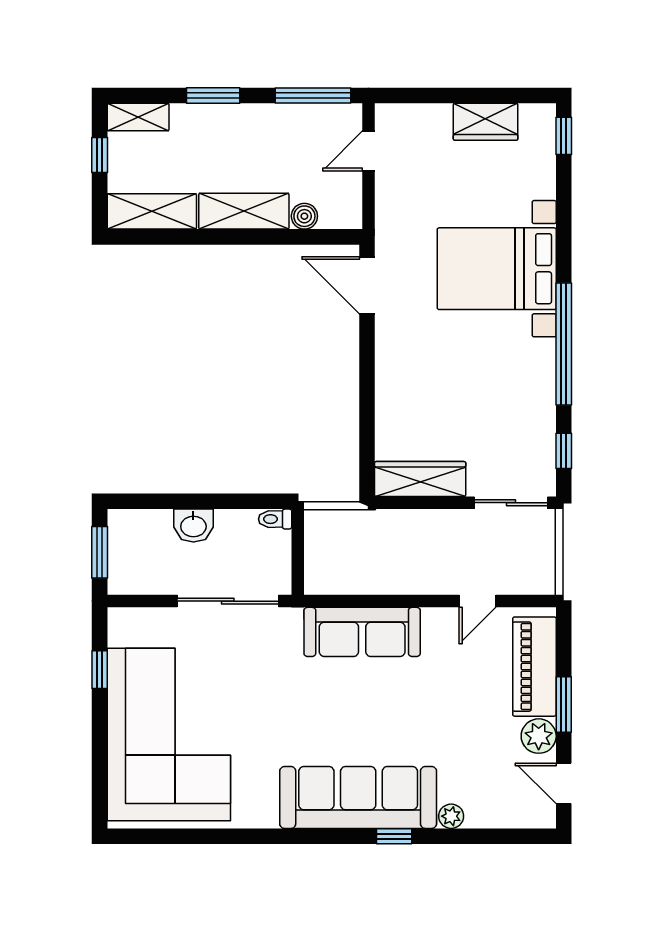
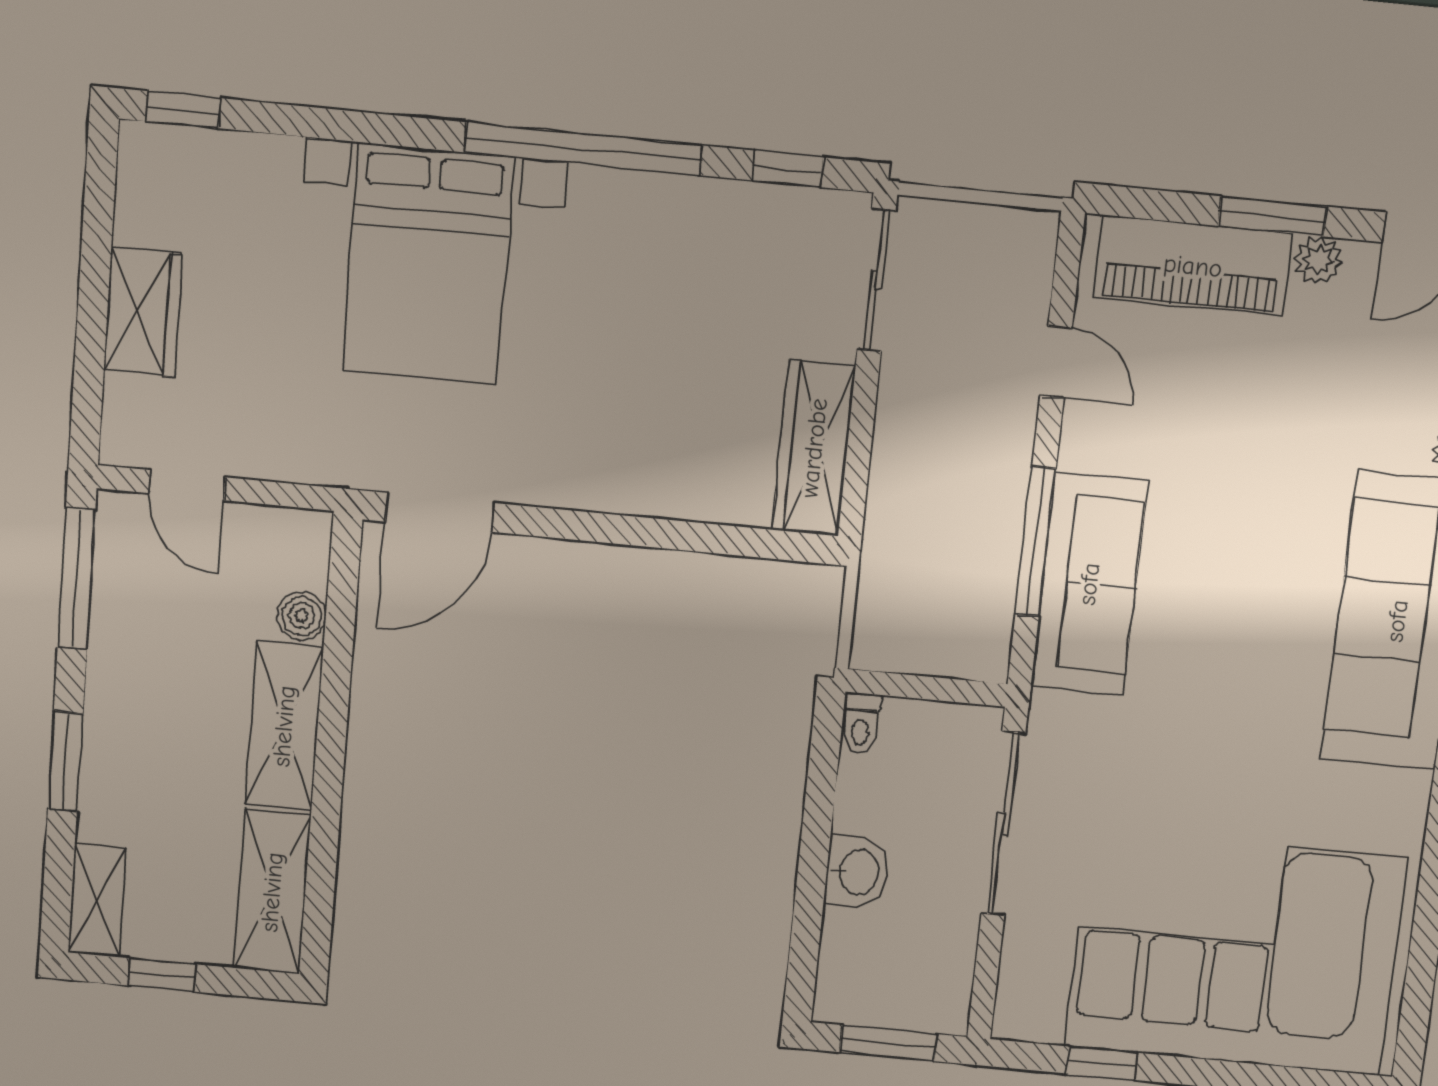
wardrobe: (486, 122) -> (143, 312), moved
window: (382, 601) -> (1036, 541), added
plant: (539, 736) -> (1318, 260), width x0.73, depth x0.73

